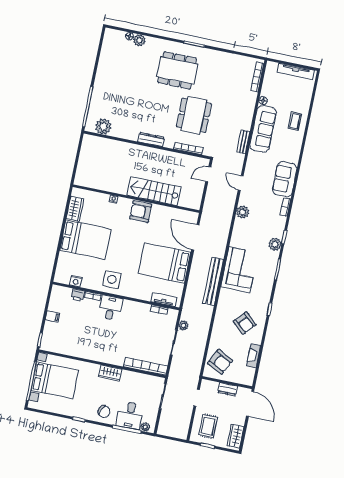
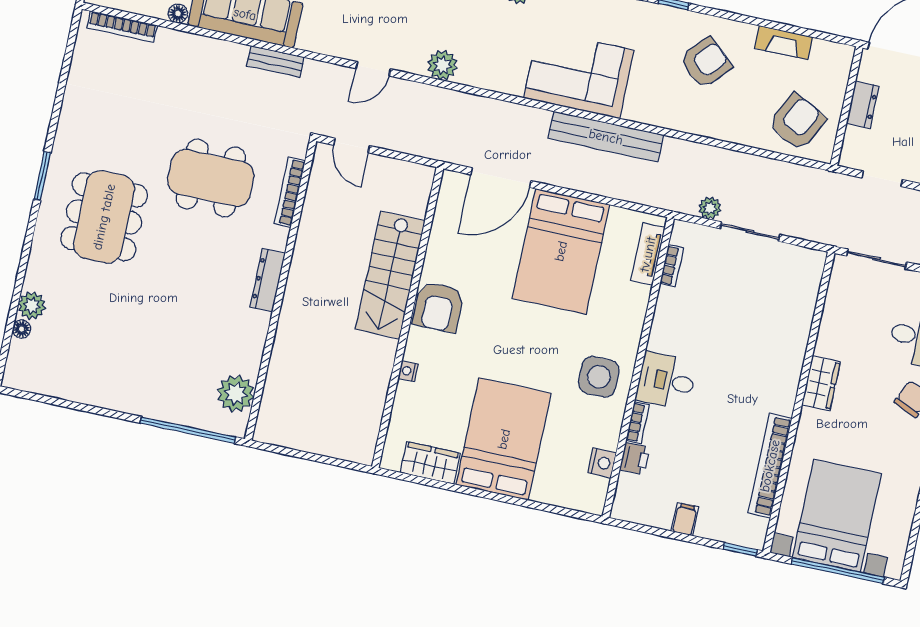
bookcase: (146, 366) -> (770, 466), moved

